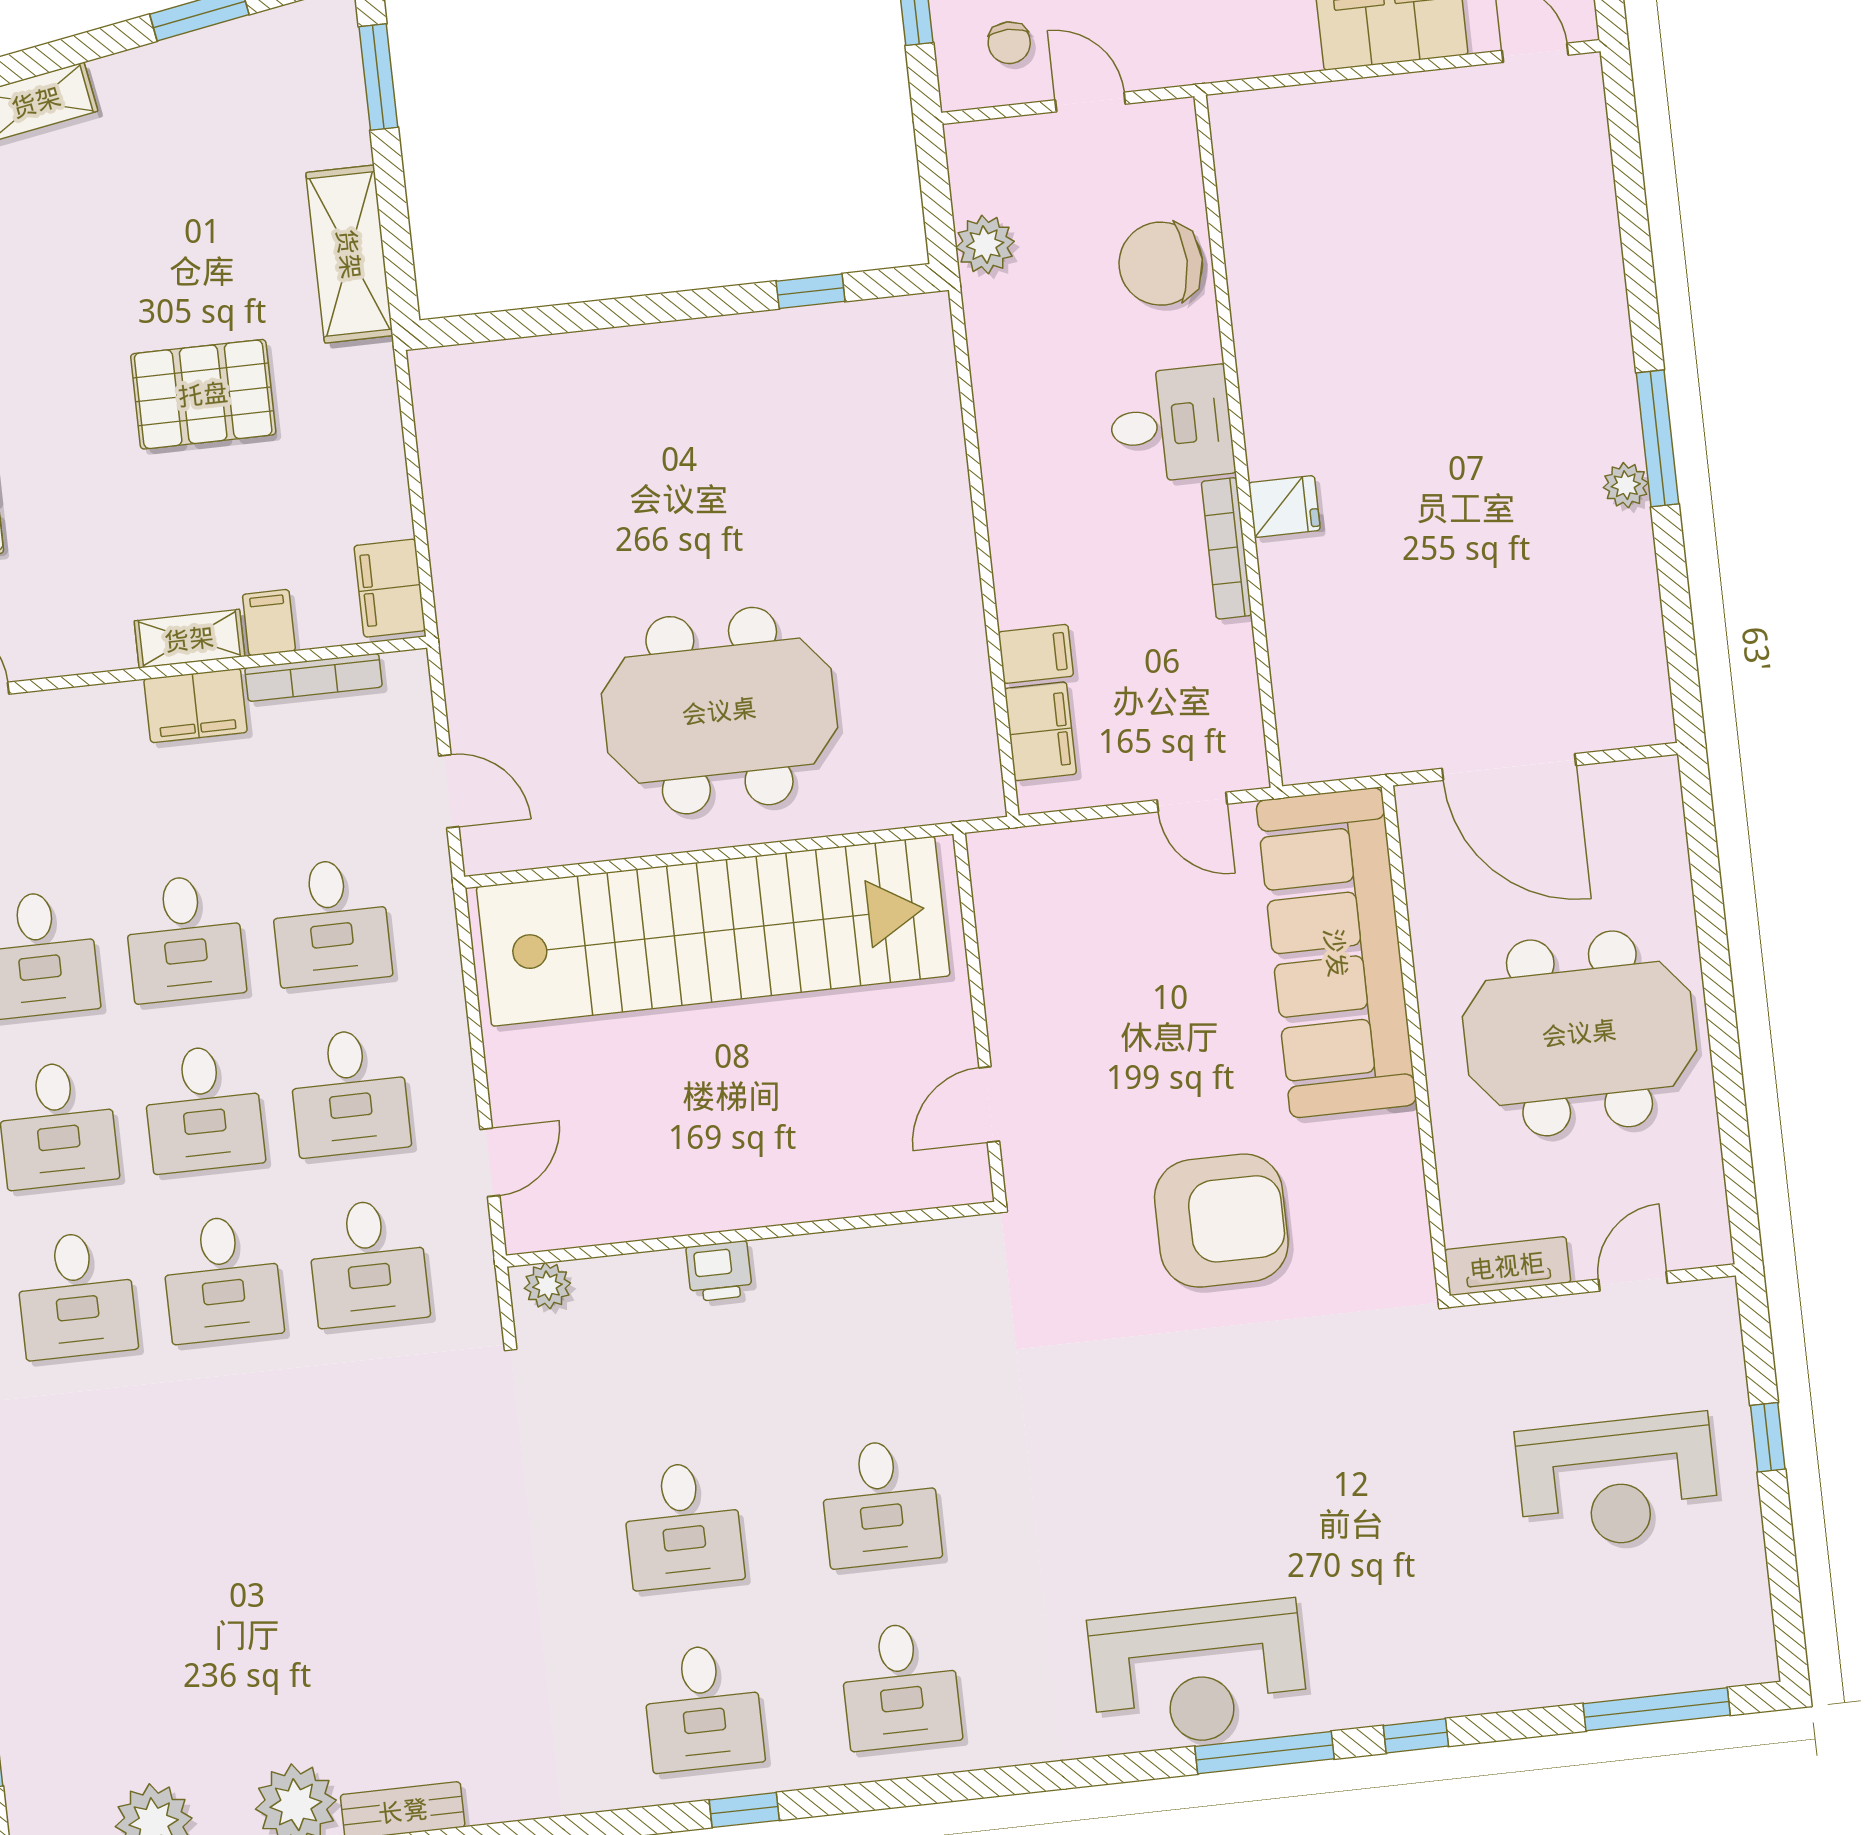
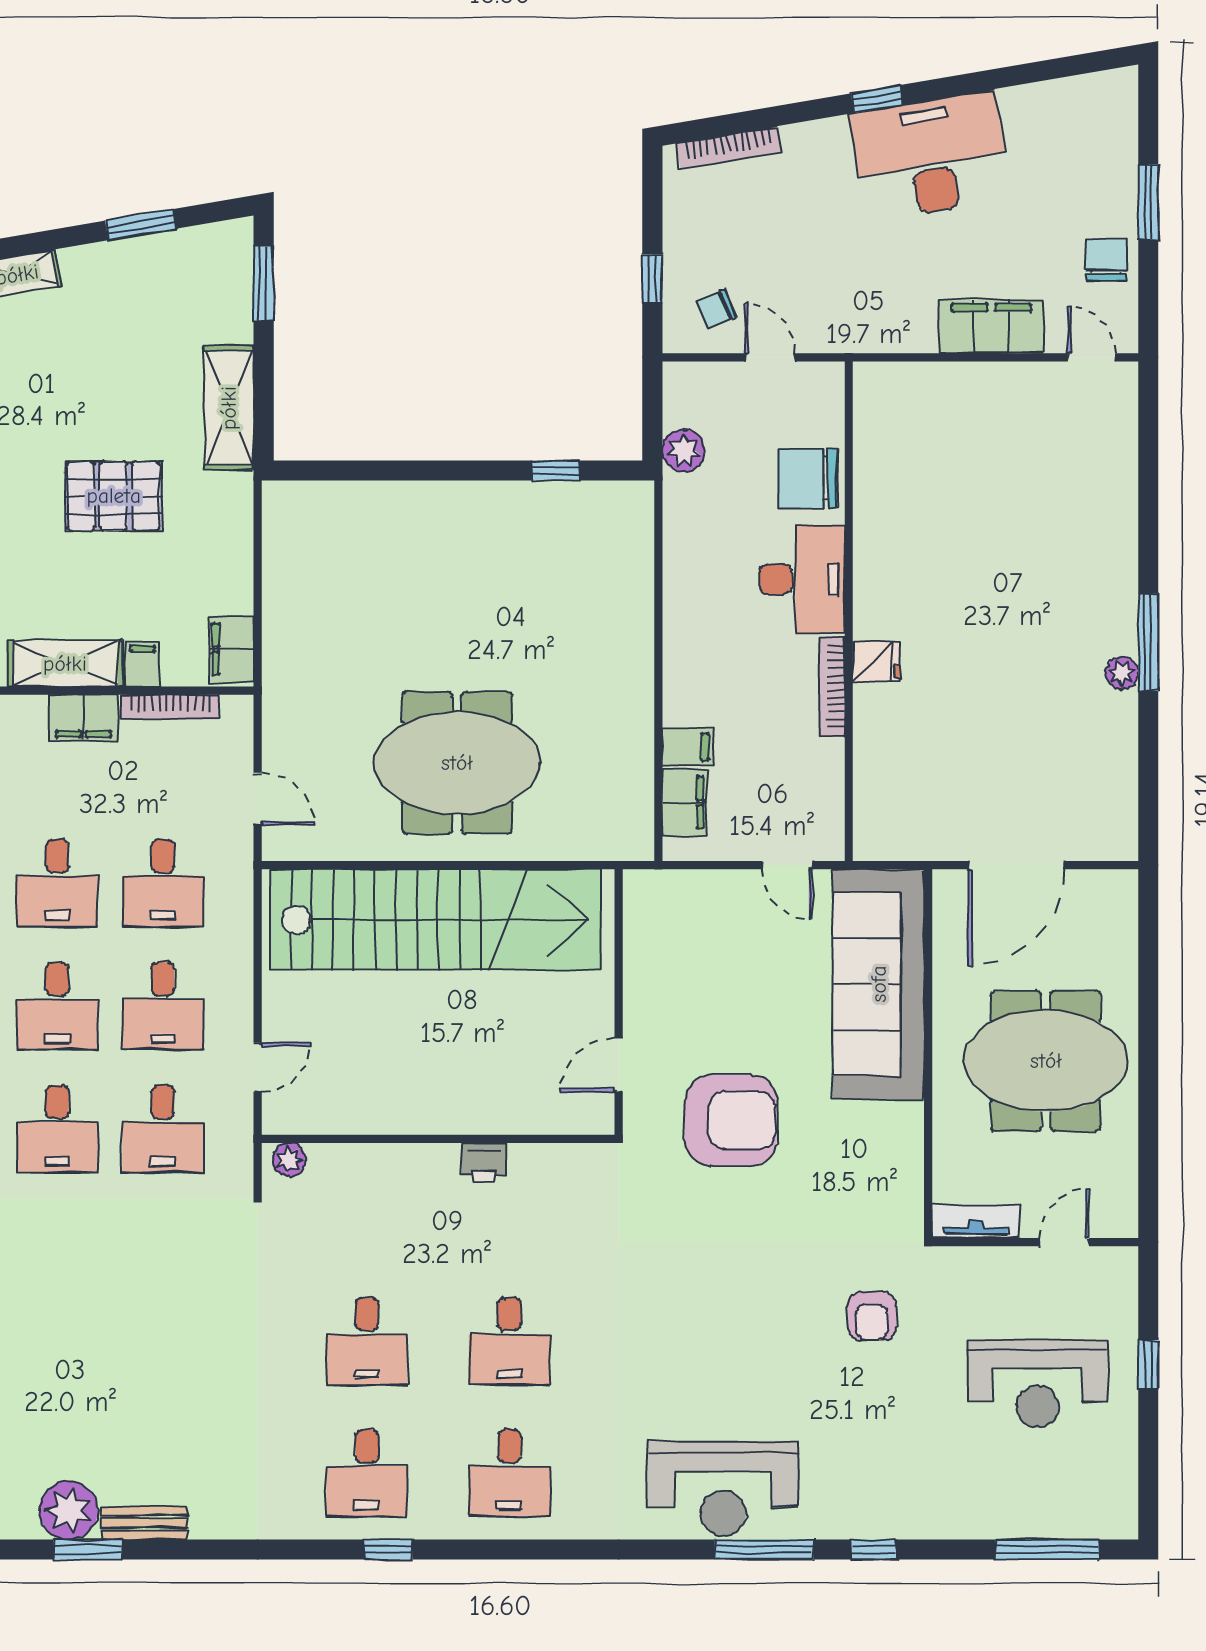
chair: (1009, 43) -> (717, 309), turned 67
desk: (1171, 425) -> (802, 579), width x1.37
shelving: (189, 639) -> (65, 664), width x1.50, depth x1.33
door: (1509, 767) -> (1016, 865), hinge flipped
armchair: (1221, 1221) -> (731, 1120), moved
printer: (719, 1271) -> (484, 1163), moved
armchair: (1378, 1413) -> (872, 1316), added

